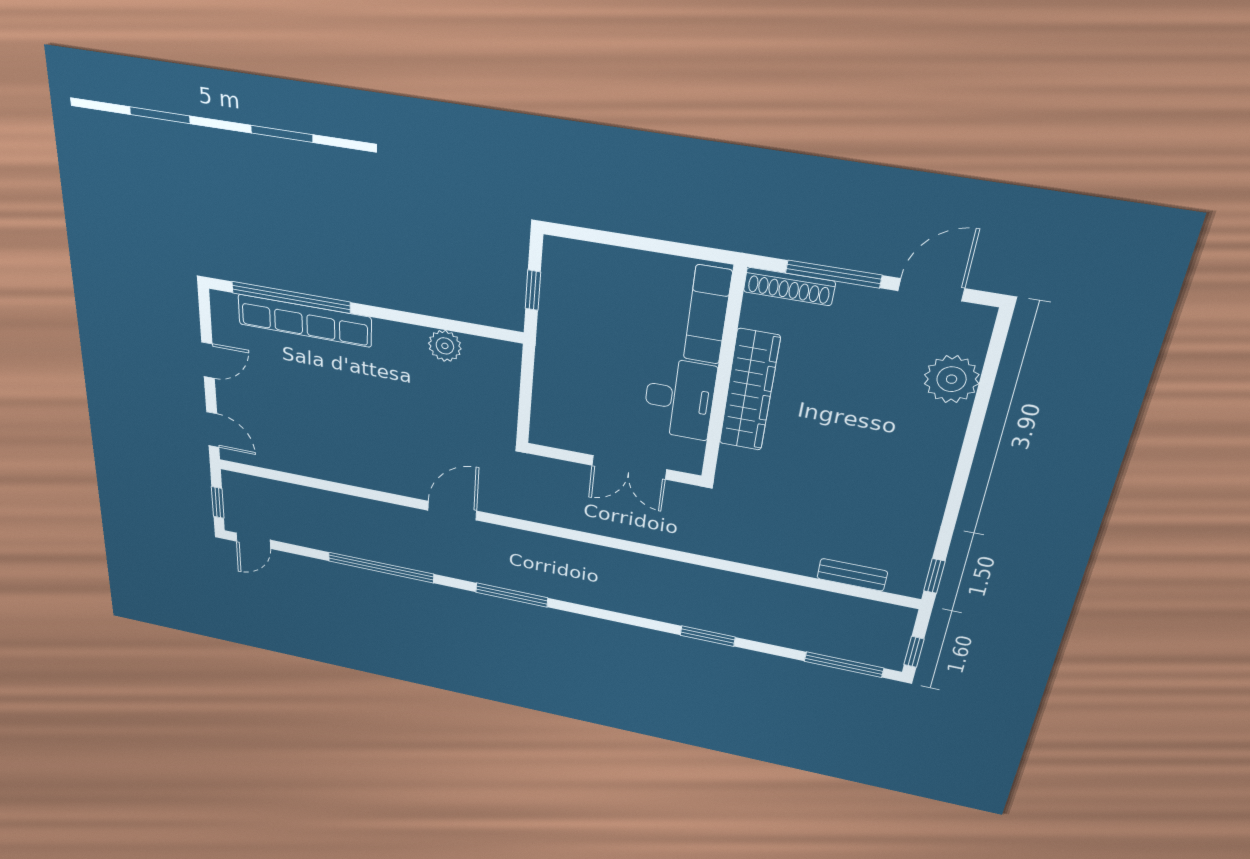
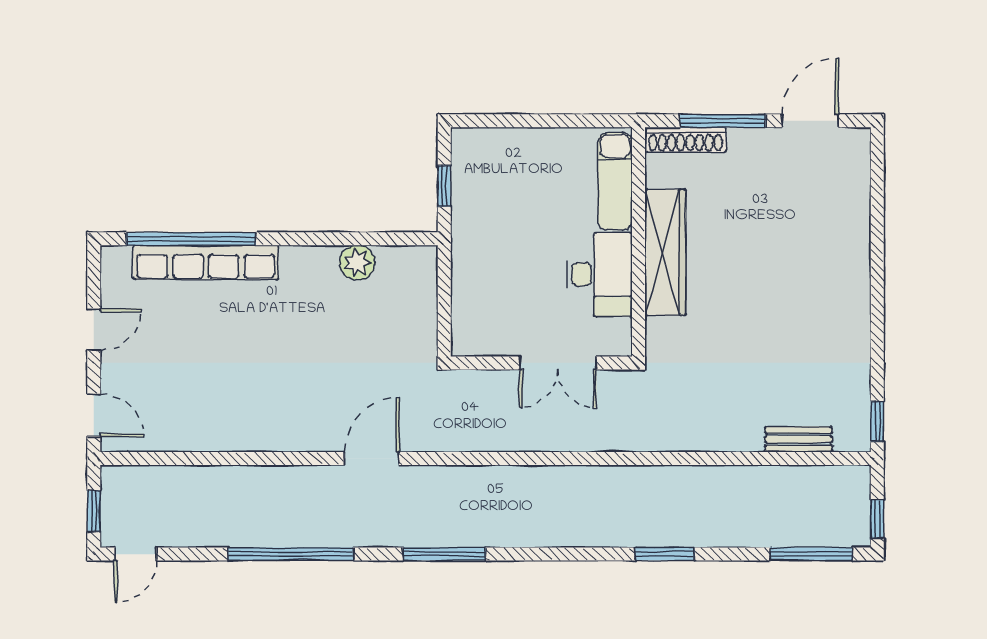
plant: (952, 379) -> (846, 204), removed

